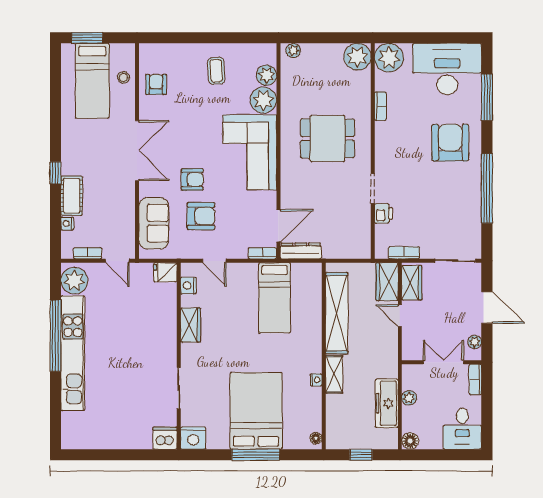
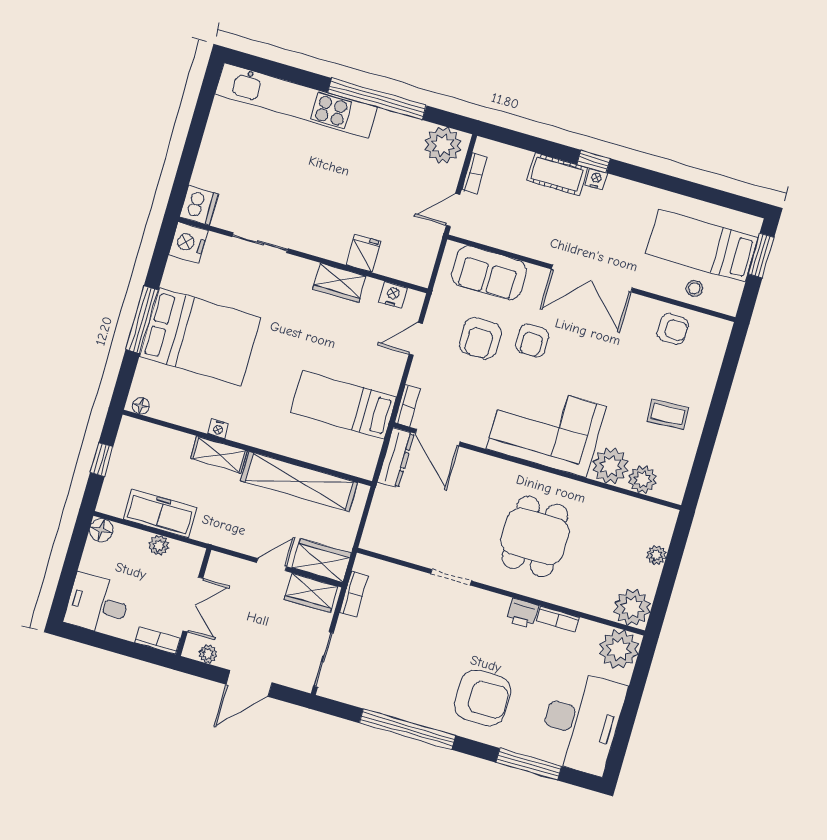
plant: (293, 50) -> (656, 555), moved
printer: (383, 213) -> (522, 613), moved
nightstand: (67, 223) -> (596, 179), moved
fridge: (165, 272) -> (364, 253), moved
kitchen unit: (73, 353) -> (296, 101), moved

